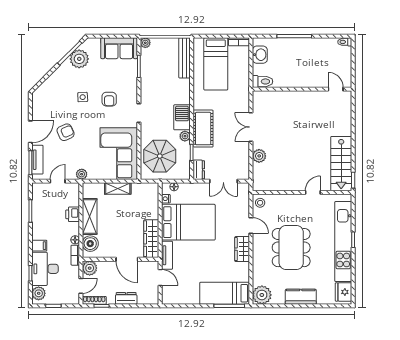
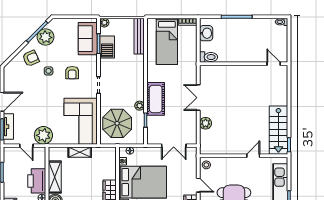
sofa: (119, 48) -> (88, 39), moved, turned 90
barbecue: (182, 117) -> (107, 47), moved, turned 180
armchair: (66, 132) -> (31, 58), moved
dresser: (199, 170) -> (152, 136), removed
plant: (82, 174) -> (43, 135), width x1.87, depth x1.87
door: (58, 181) -> (26, 146), swing flipped
printer: (73, 214) -> (37, 181), width x1.87, depth x1.48

